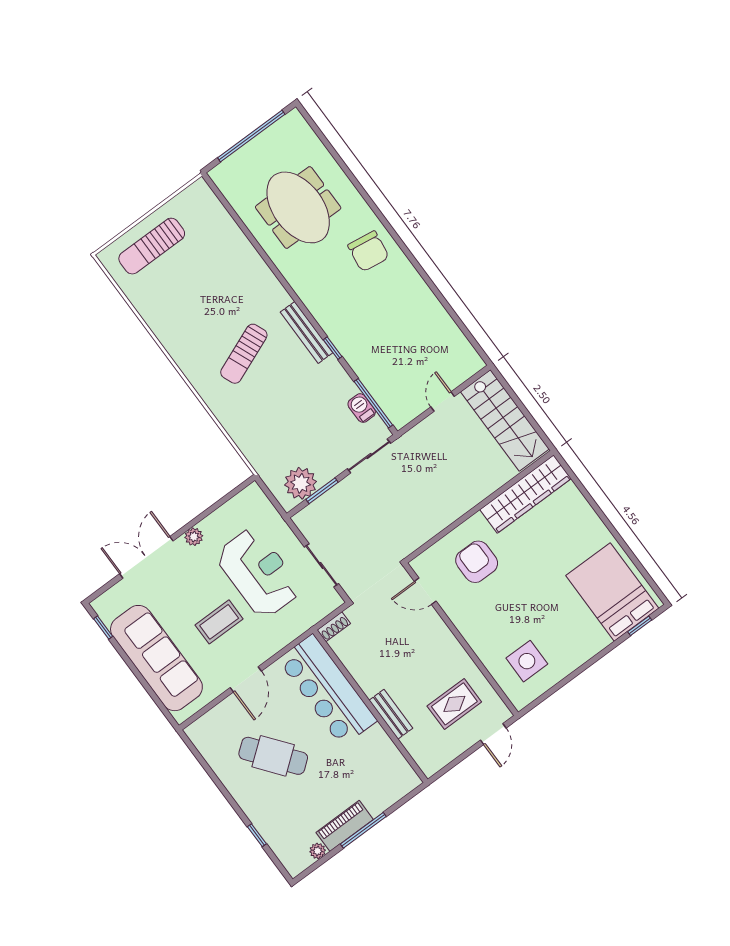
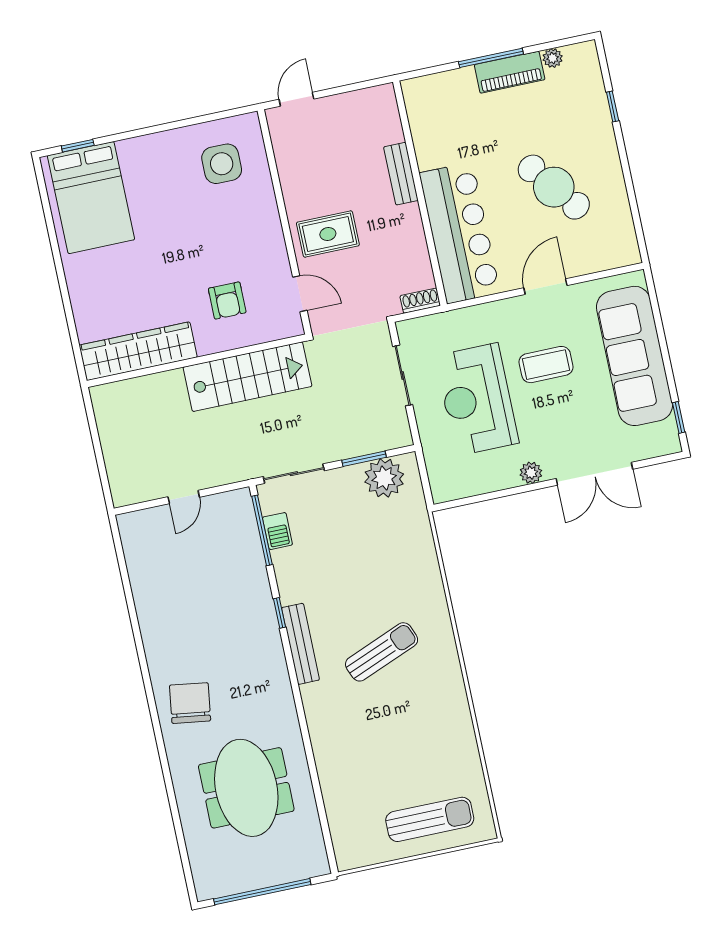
stairs: (505, 420) -> (247, 377), moved, turned 90
armchair: (477, 562) -> (227, 300), width x0.72, depth x0.72
rug: (454, 704) -> (328, 234), moved

